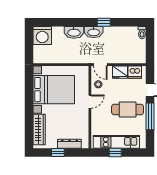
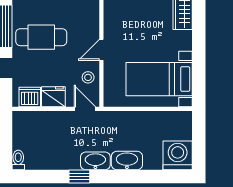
bed with nightstands: (54, 90) -> (159, 79), width x0.73

